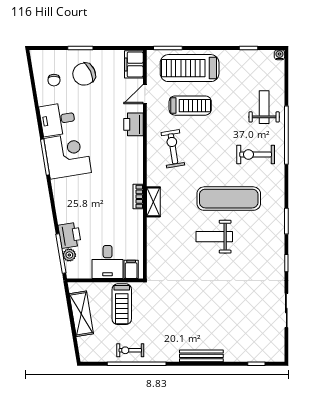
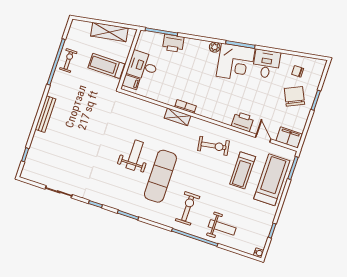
plant: (69, 255) -> (215, 47), moved

